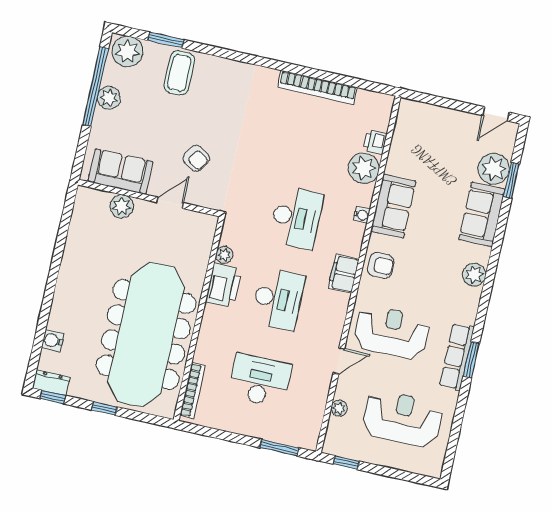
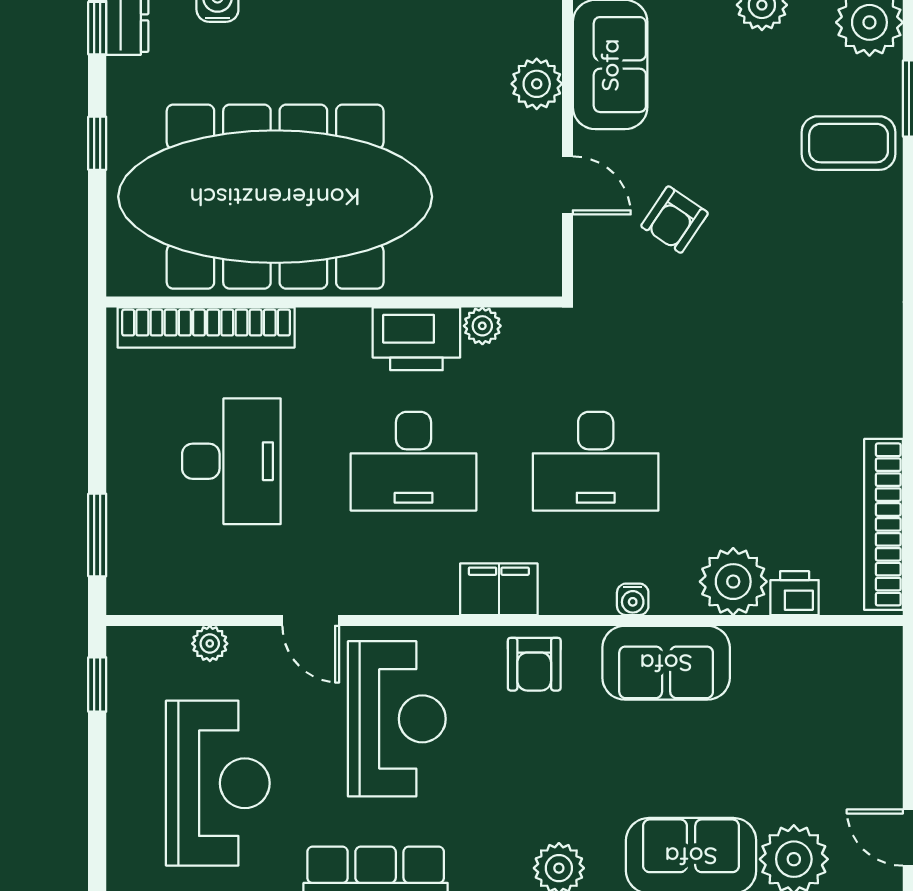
bookcase: (317, 87) -> (884, 524), moved
bookcase: (193, 391) -> (206, 327), width x1.48, depth x1.31

